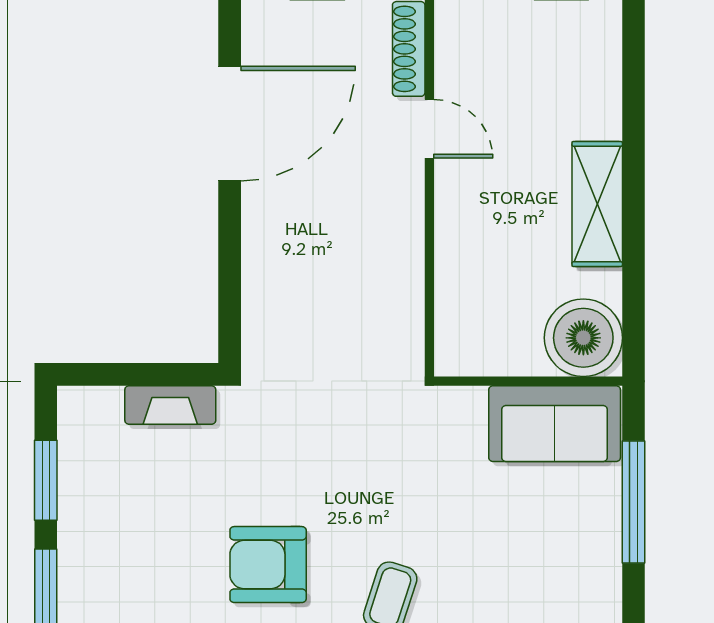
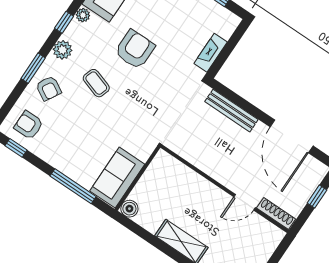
bench: (260, 282) -> (231, 111), added
boiler: (583, 338) -> (129, 209), width x0.54, depth x0.54

